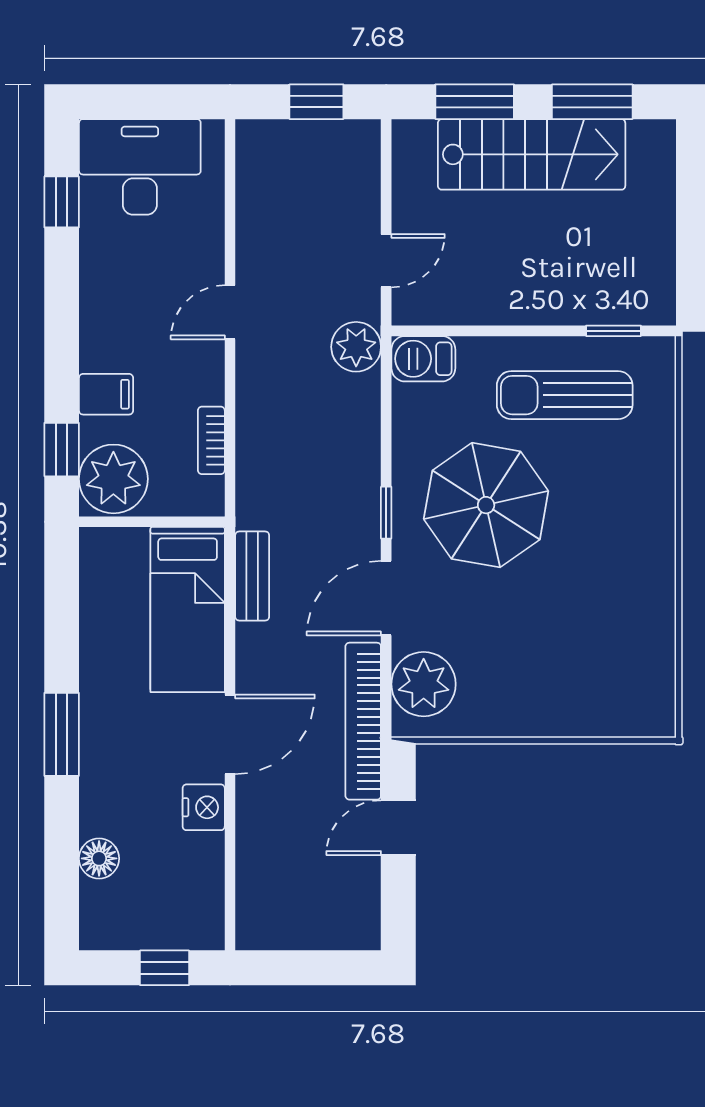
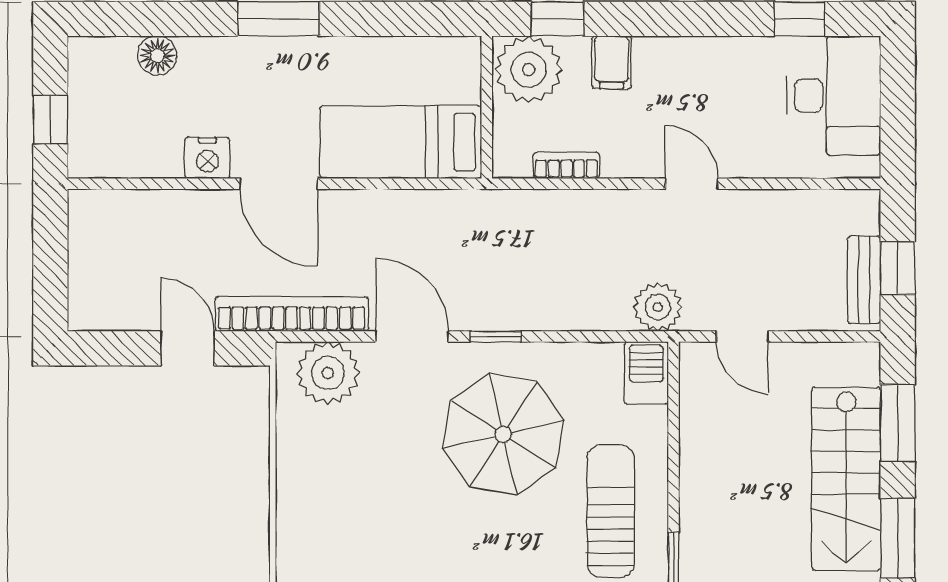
bench: (252, 576) -> (864, 280), moved, turned 90

